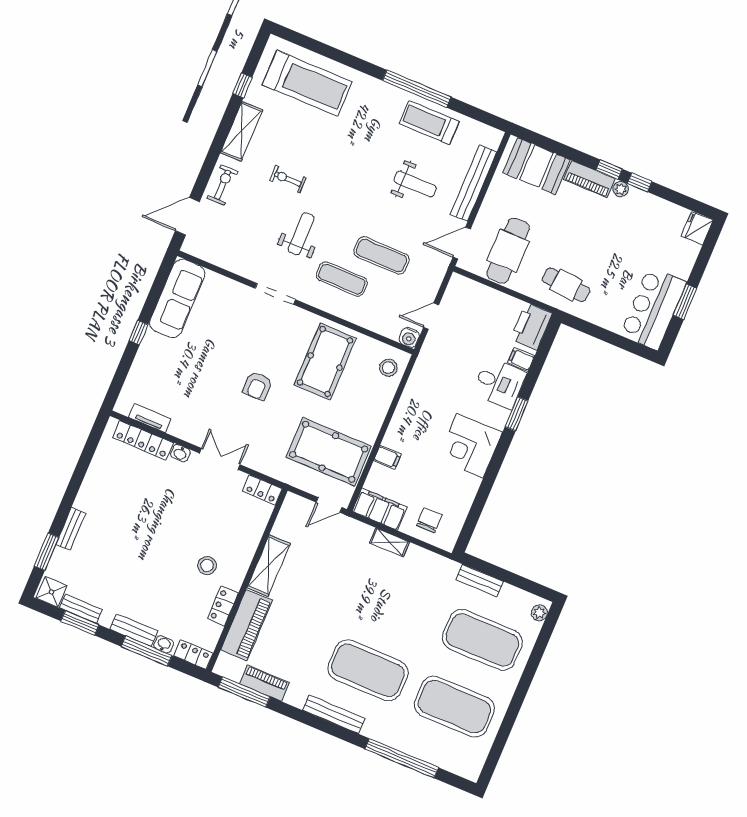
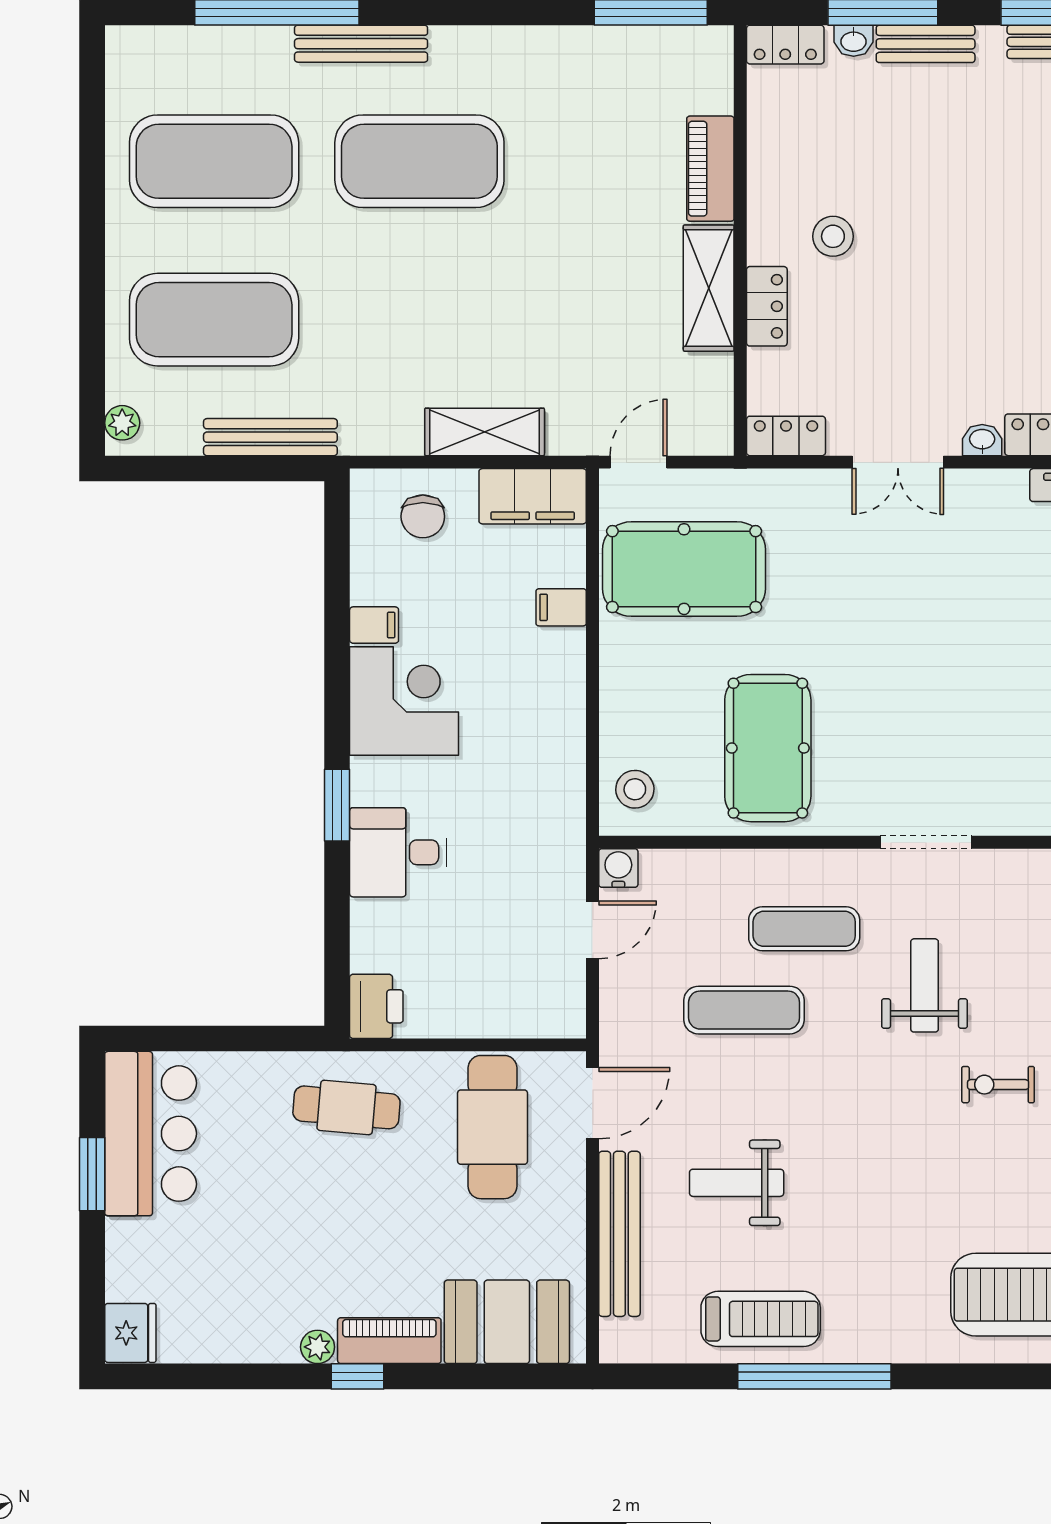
exercise bike: (288, 179) -> (998, 1085), turned 180
window: (640, 182) -> (285, 1376), removed
weight bench: (301, 234) -> (925, 985), turned 180
printer: (531, 326) -> (376, 1006), width x0.73, depth x0.84
filing cabinet: (521, 359) -> (374, 625), moved
armchair: (258, 386) -> (884, 642), removed
shelving: (389, 542) -> (485, 432), width x1.50, depth x1.33
bench: (480, 581) -> (270, 437), width x1.36
locker: (223, 606) -> (767, 306), moved
piano: (247, 625) -> (710, 169), width x0.73, depth x0.75
piano: (264, 683) -> (617, 47), removed
bench: (334, 714) -> (361, 44), moved

